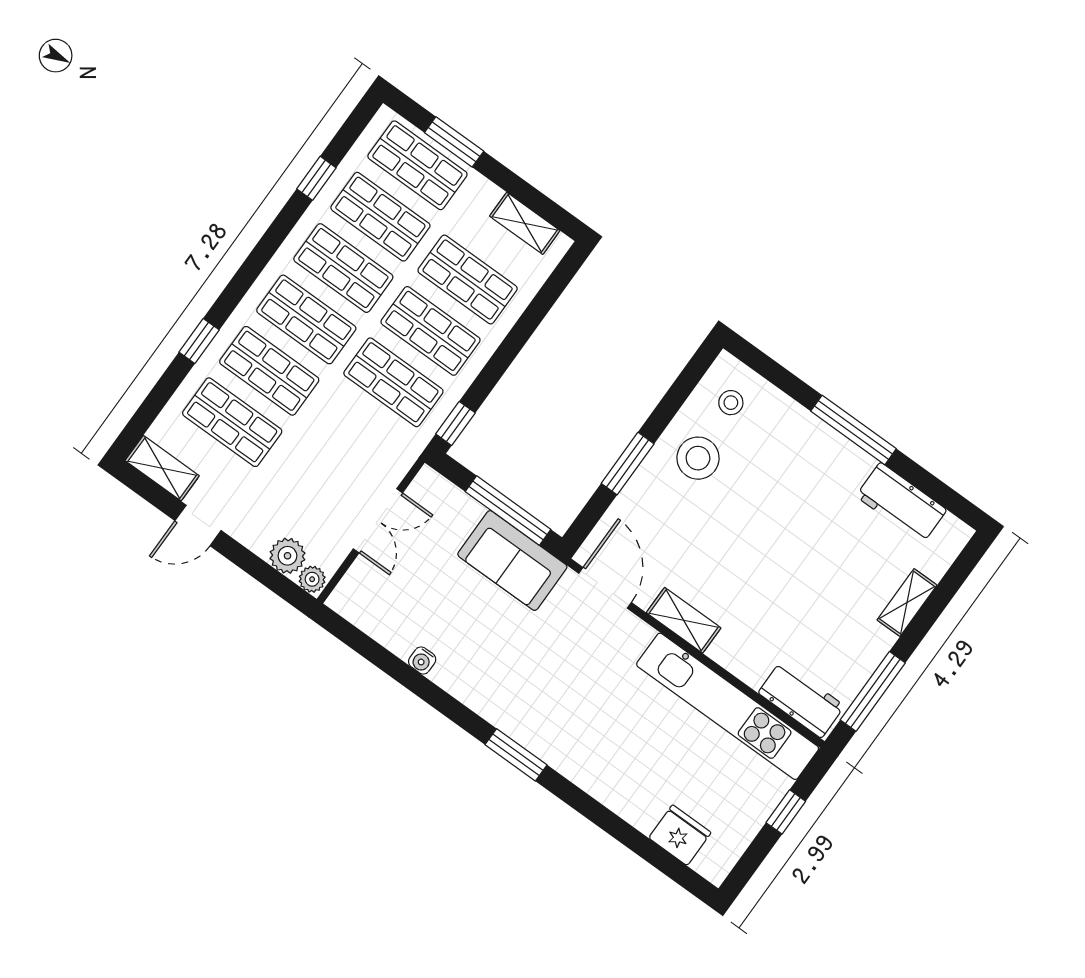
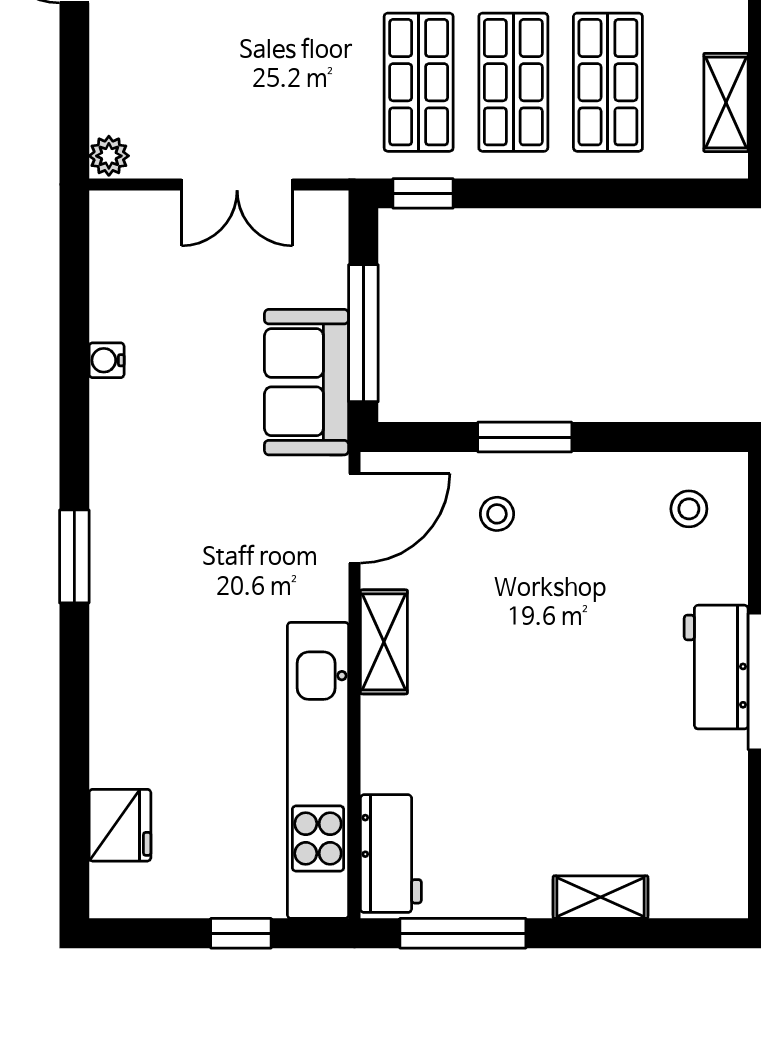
stool: (698, 458) -> (497, 514), moved, width x0.53, depth x0.53
workbench: (901, 503) -> (716, 667), moved
plant: (287, 556) -> (116, 105), removed

